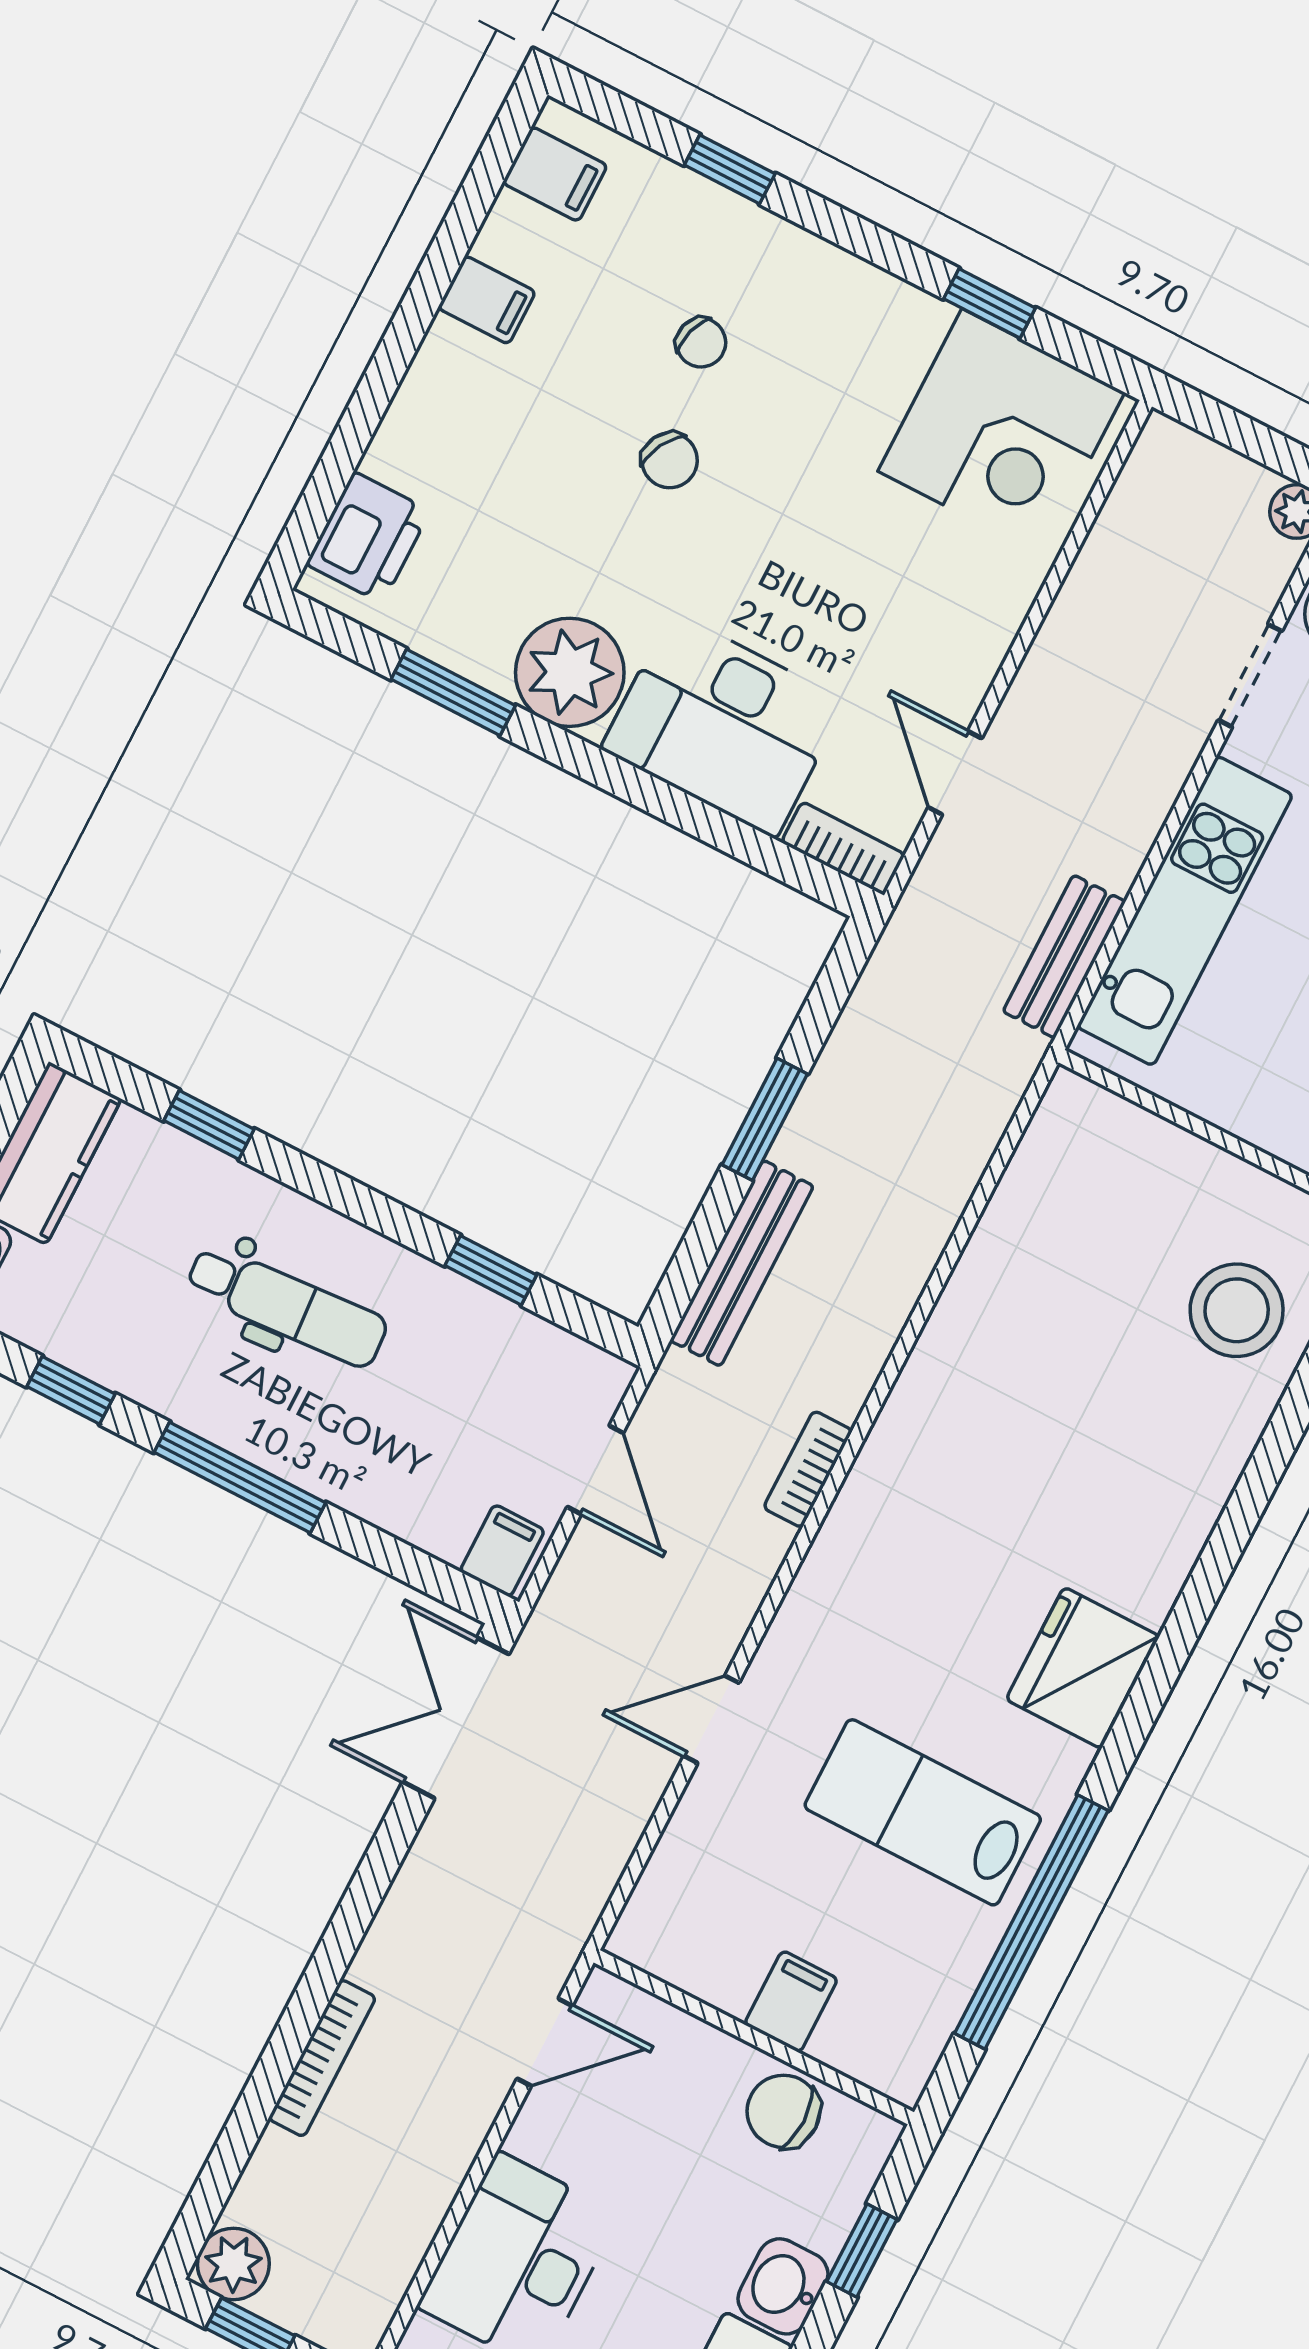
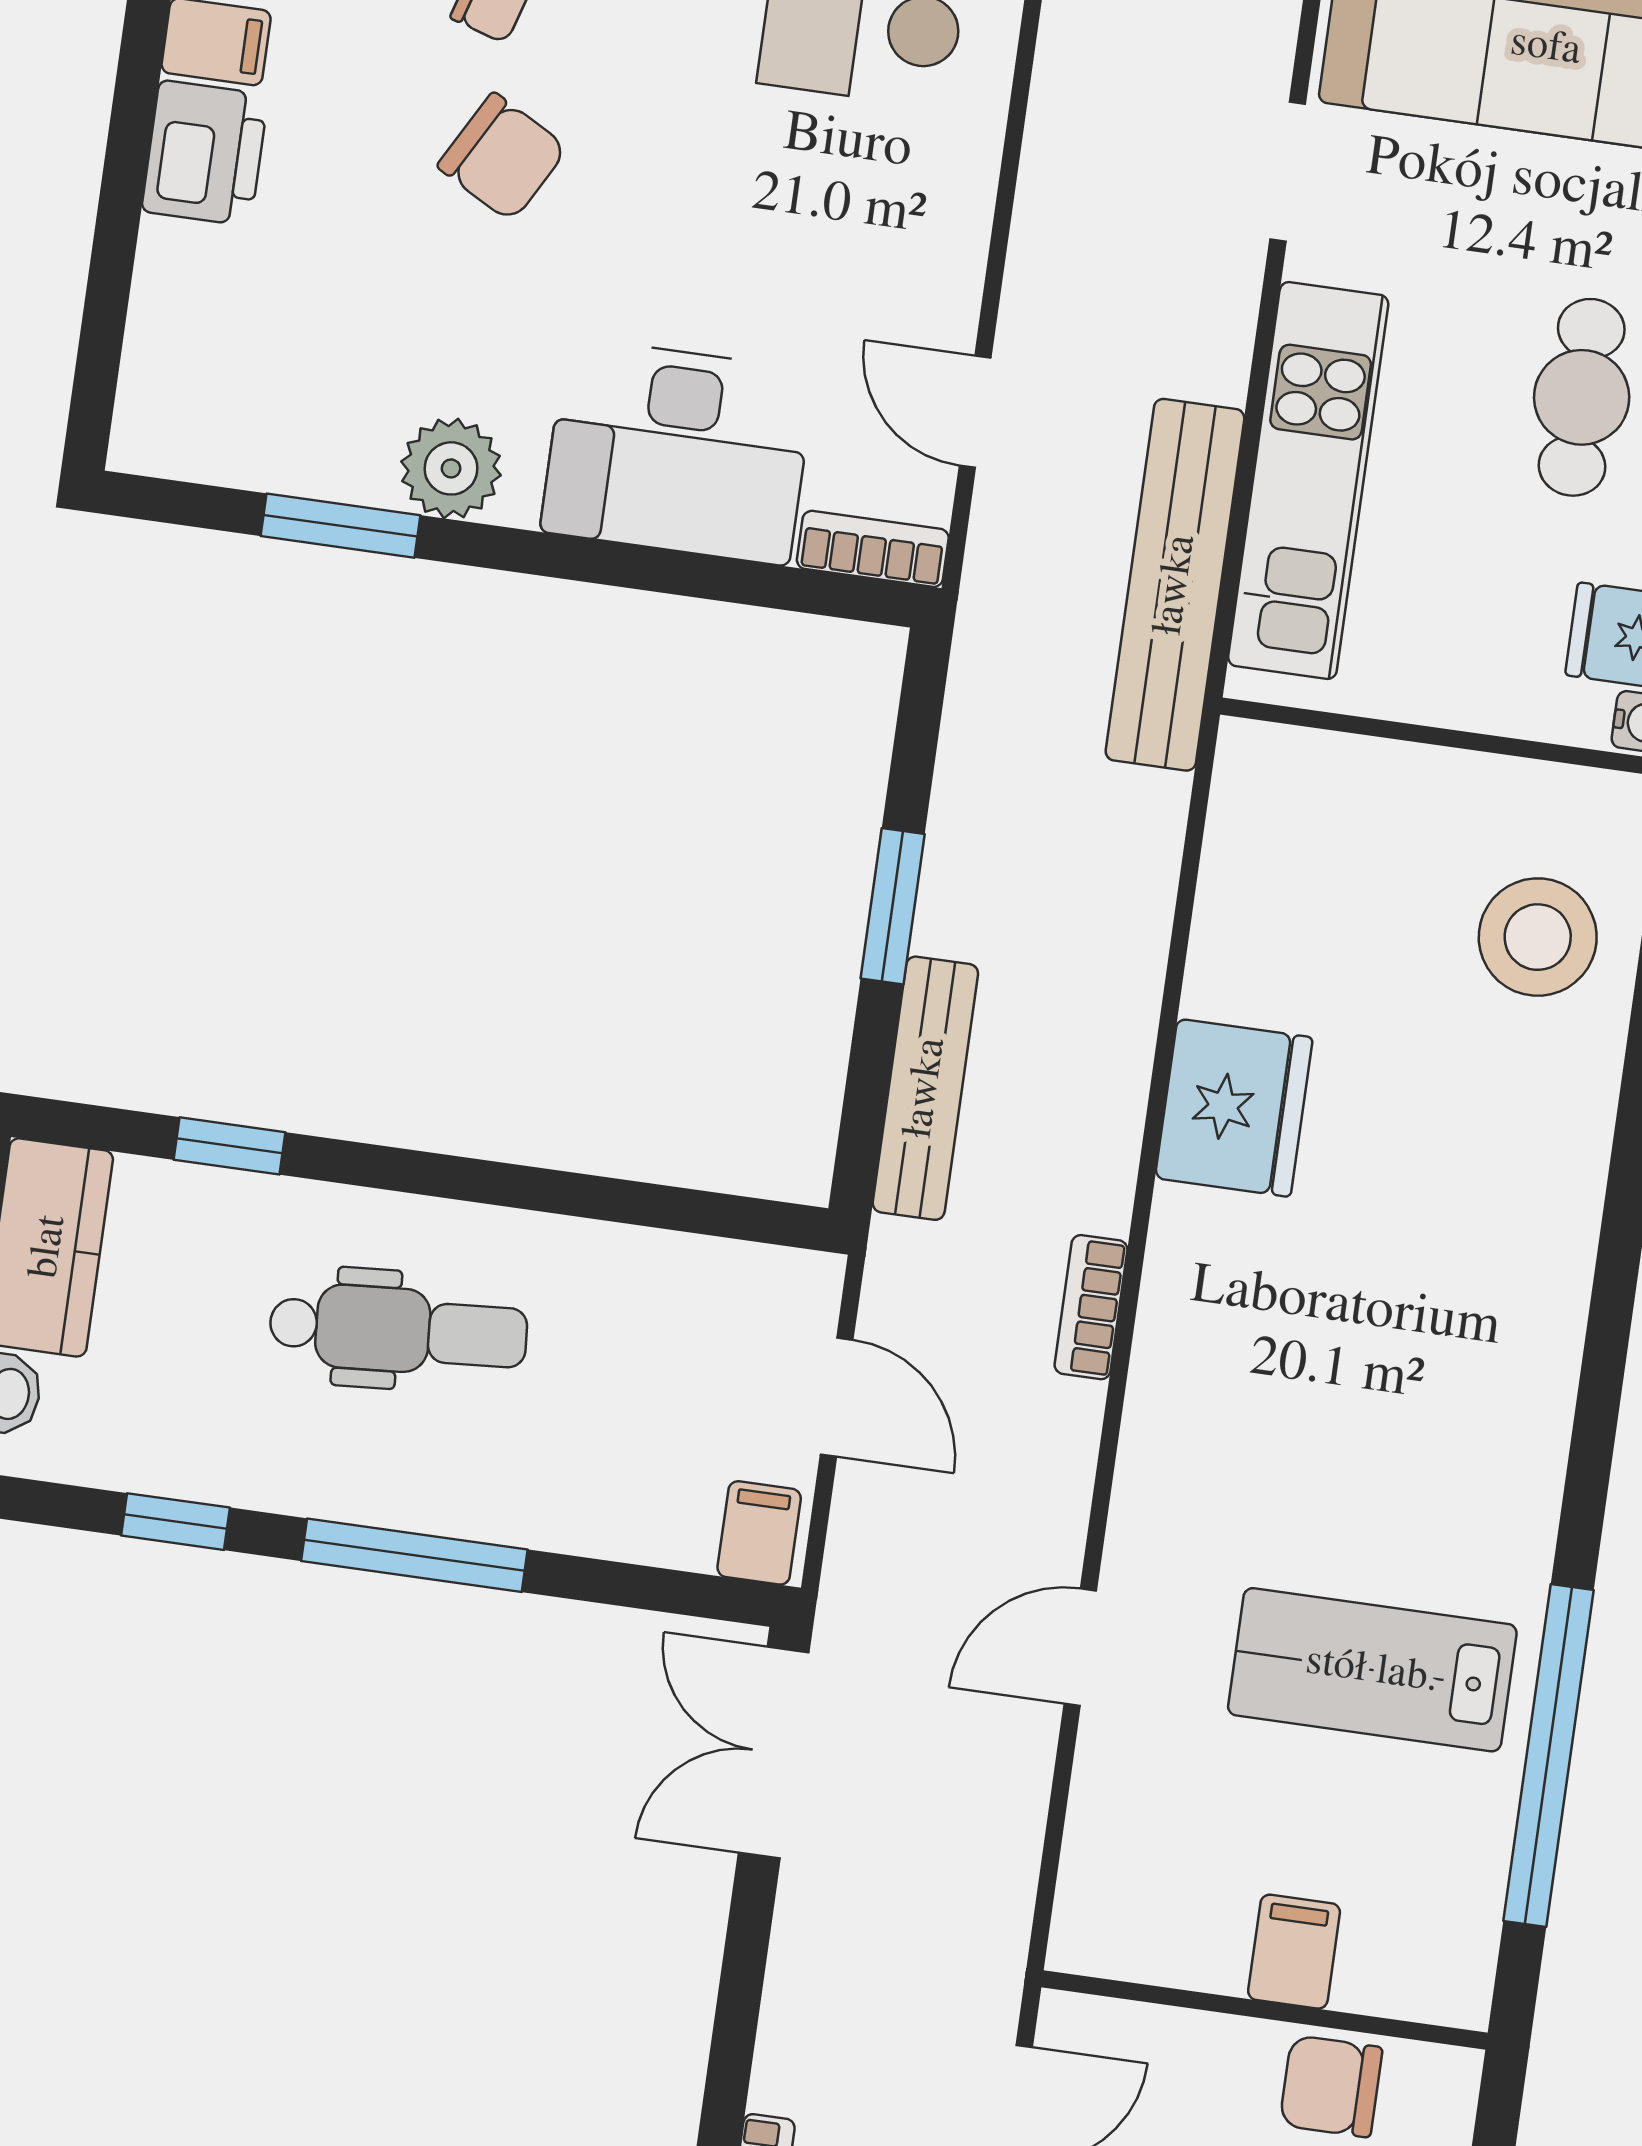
chair: (670, 460) -> (502, 157), width x1.37, depth x1.37
printer: (368, 537) -> (205, 153), moved
plant: (570, 672) -> (451, 468), width x0.73, depth x0.73
bench: (1064, 957) -> (1175, 585), width x1.86, depth x1.21
window: (491, 1270) -> (628, 1202), removed
fridge: (1083, 1668) -> (1234, 1108), moved, turned 180

